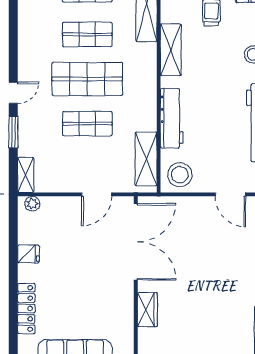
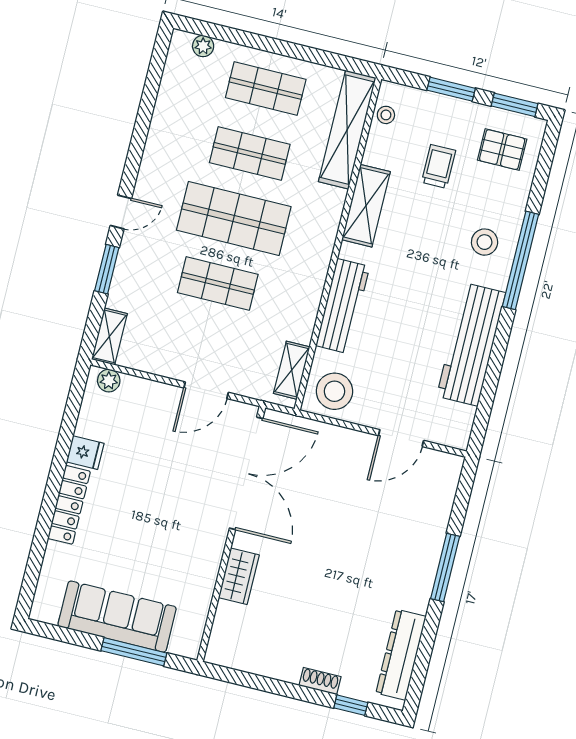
shelving: (146, 159) -> (292, 370), width x0.67, depth x0.75
door: (230, 194) -> (401, 438), hinge flipped
locker: (26, 308) -> (69, 505), moved

